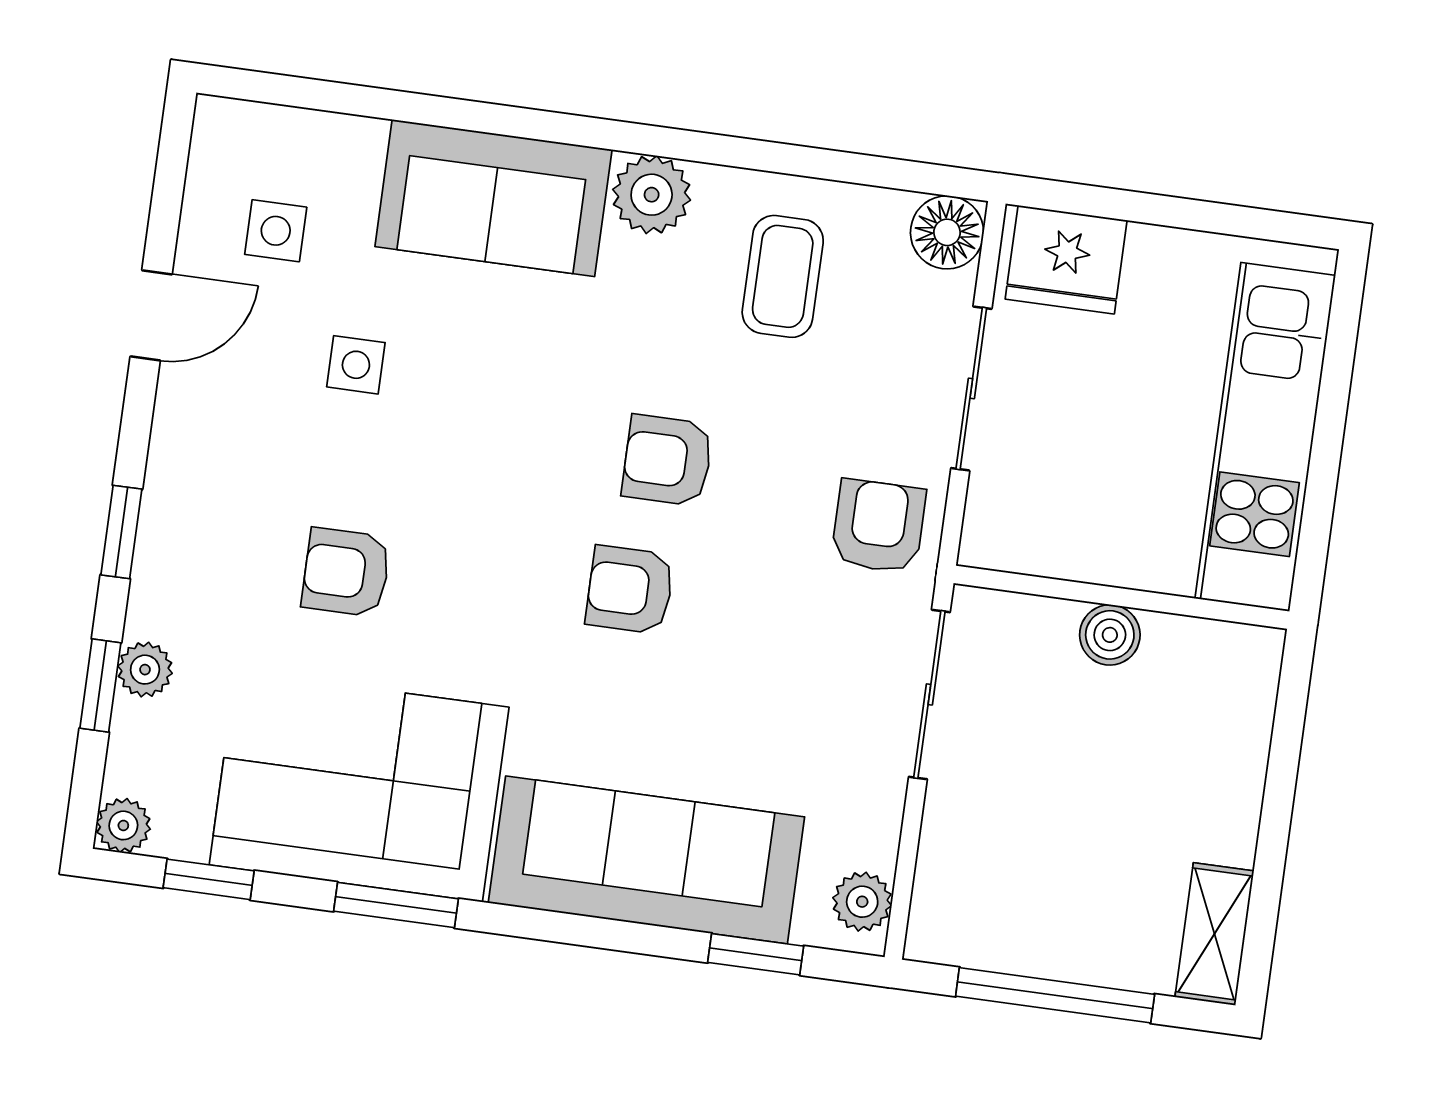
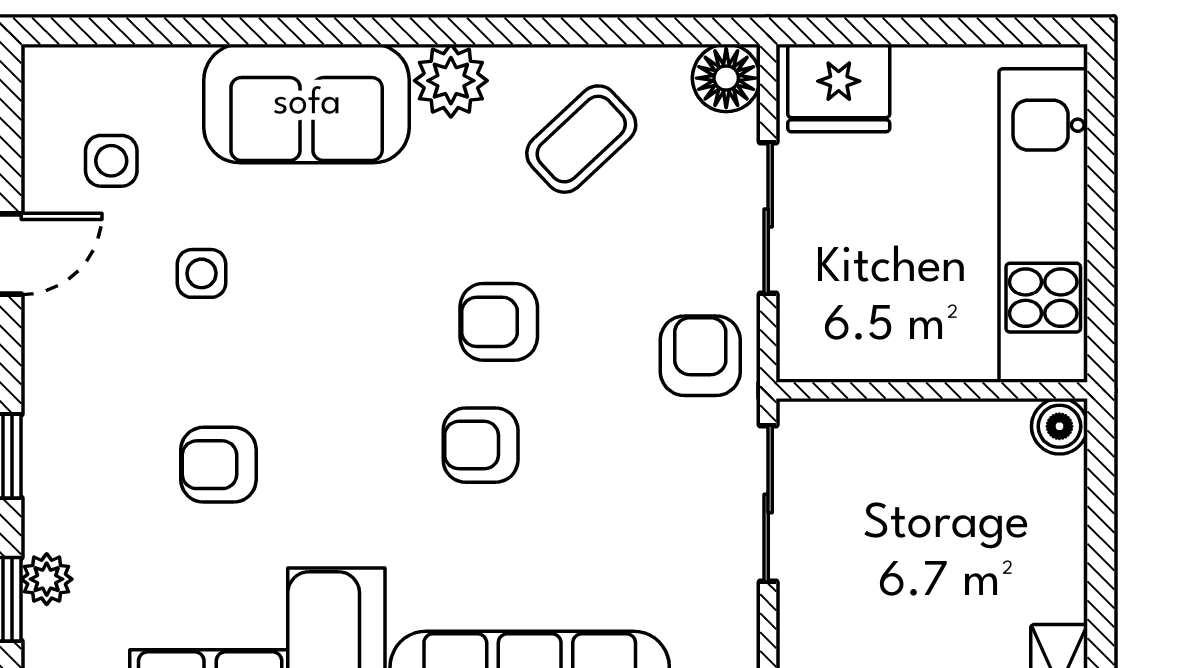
coffee table: (783, 276) -> (581, 139), turned 47
boiler: (1110, 635) -> (1059, 426), moved

